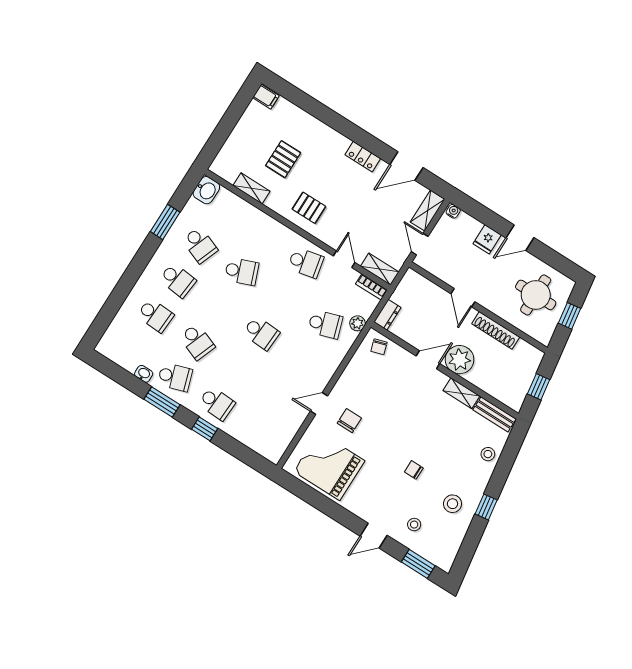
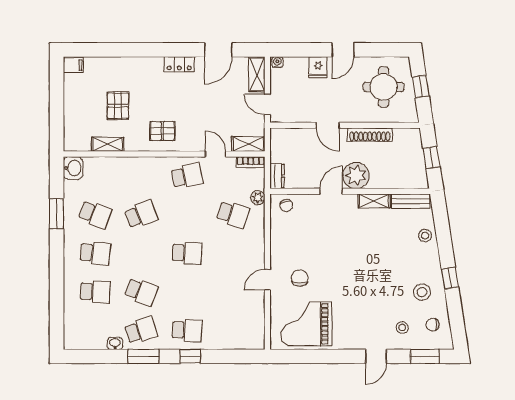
school desk: (325, 324) -> (233, 214), turned 36
chair: (414, 470) -> (433, 325), moved

